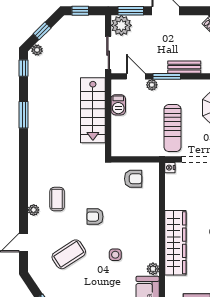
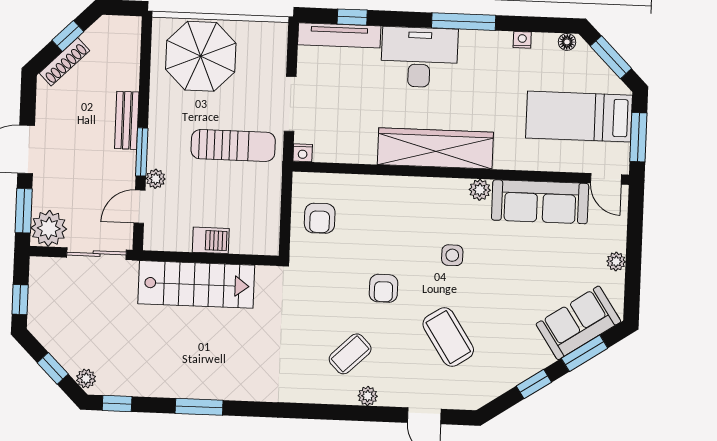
barbecue: (118, 105) -> (211, 240), moved
armchair: (133, 179) -> (320, 218), turned 180
coffee table: (57, 199) -> (350, 354), turned -44

